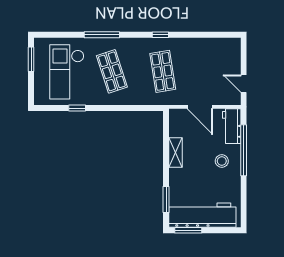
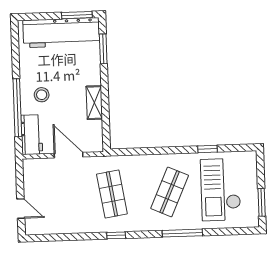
shop shelf: (112, 71) -> (170, 192), turned 42
checkout: (67, 72) -> (221, 190), turned 180
door: (244, 84) -> (21, 209), moved

